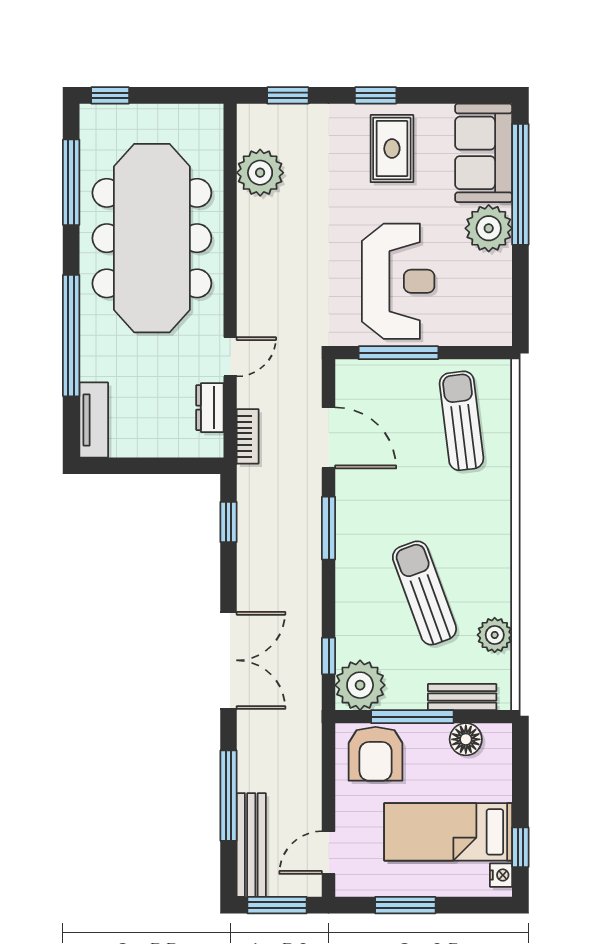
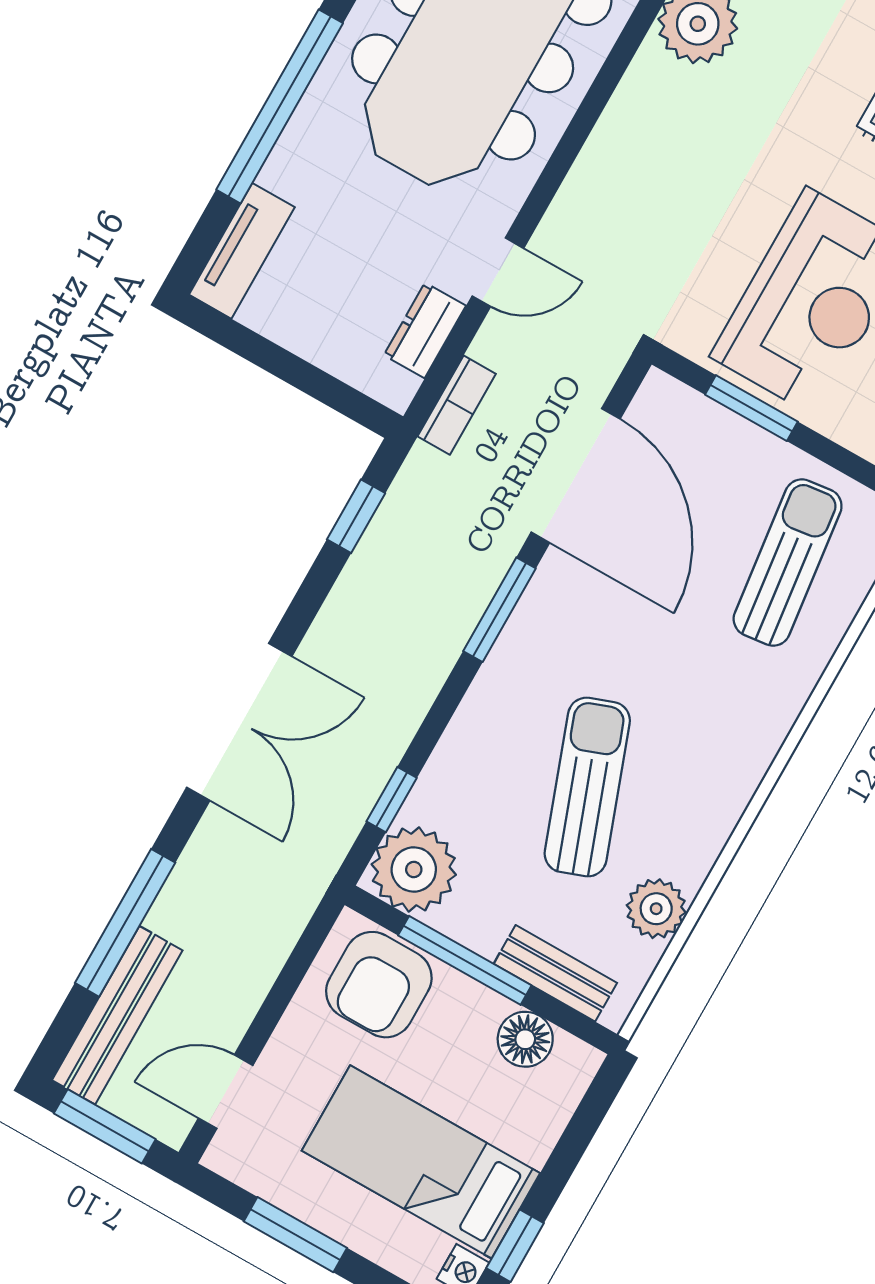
window: (398, 353) -> (751, 408), width x0.69
door: (329, 438) -> (576, 476), width x1.36

